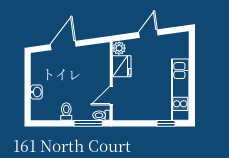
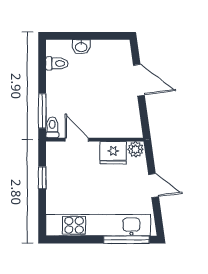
window: (192, 56) -> (126, 240), added
kitchen unit: (180, 90) -> (98, 225), width x1.36
toilet: (66, 112) -> (57, 63), moved
window: (166, 123) -> (42, 178), moved

